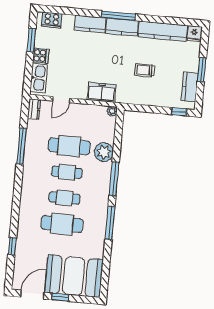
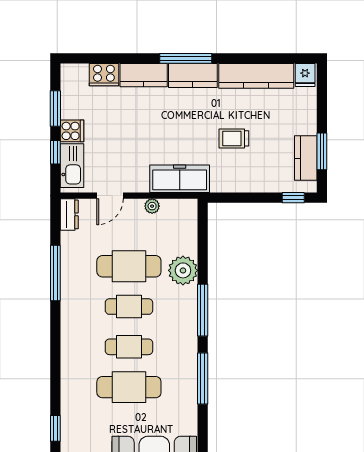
cooker: (52, 20) -> (104, 75), moved
window: (29, 68) -> (55, 152), added
window: (202, 70) -> (322, 151), moved
freezer: (102, 92) -> (180, 179), width x1.40
plant: (112, 111) -> (152, 206), moved

